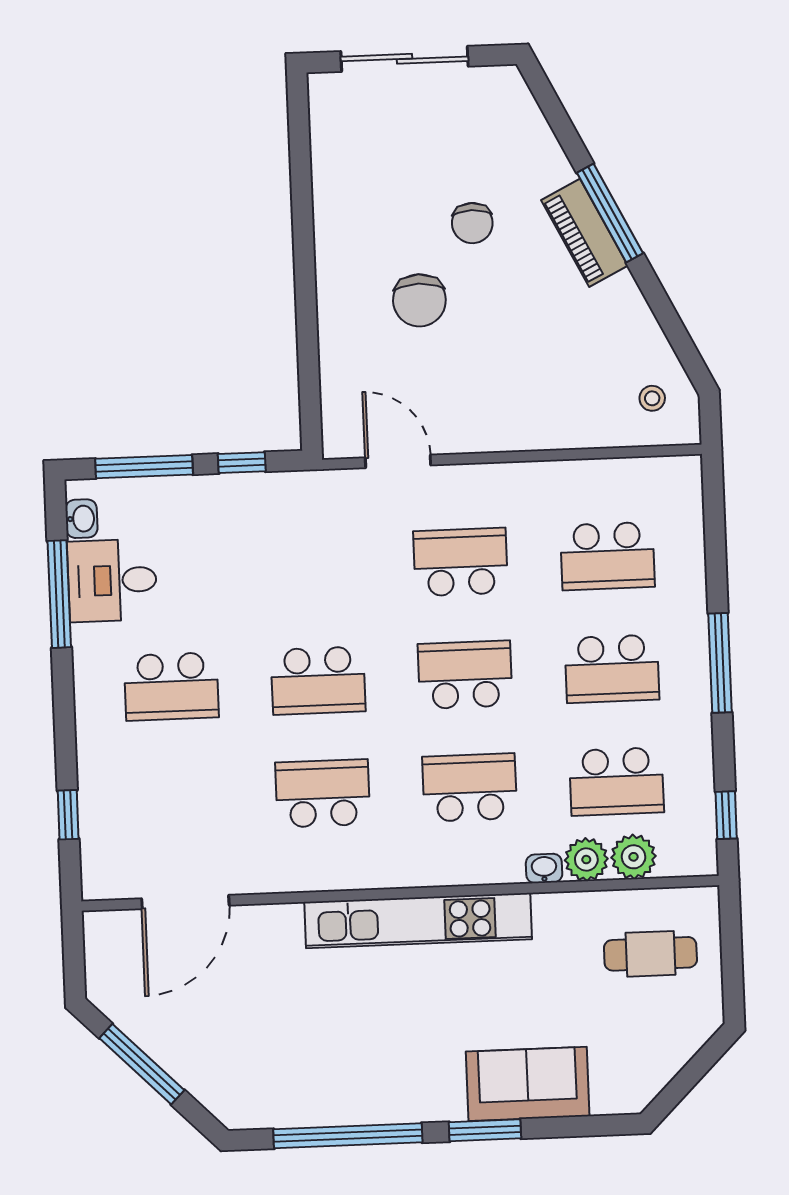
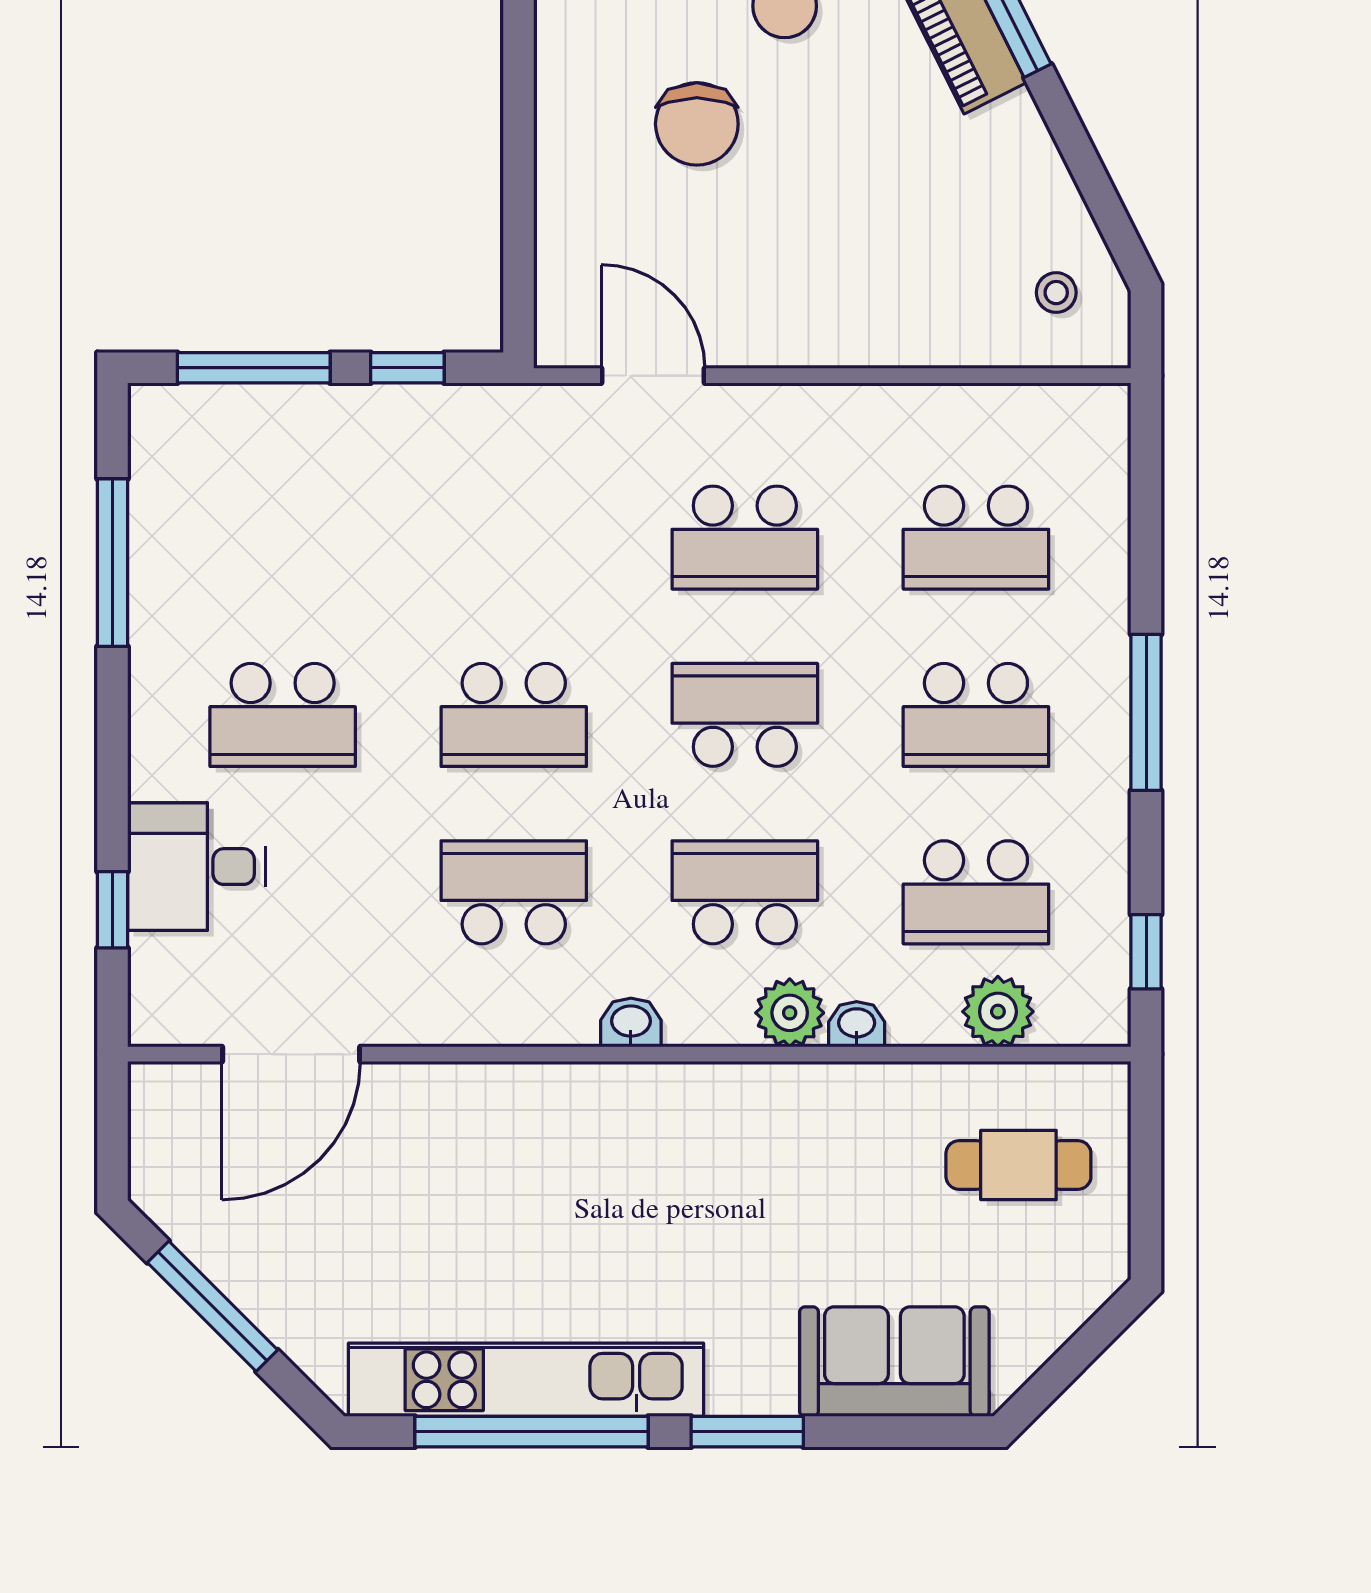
washbasin: (81, 519) -> (631, 1023), moved, turned -90
school desk: (461, 562) -> (745, 538), turned 180
desk: (112, 580) -> (196, 867), moved
plant: (586, 860) -> (790, 1013), moved
kitchen unit: (418, 921) -> (526, 1380), moved, turned 180
sofa: (528, 1084) -> (894, 1362), moved

